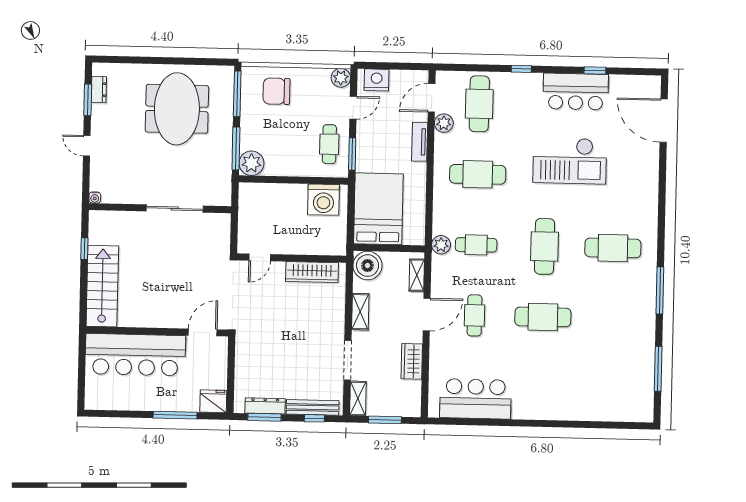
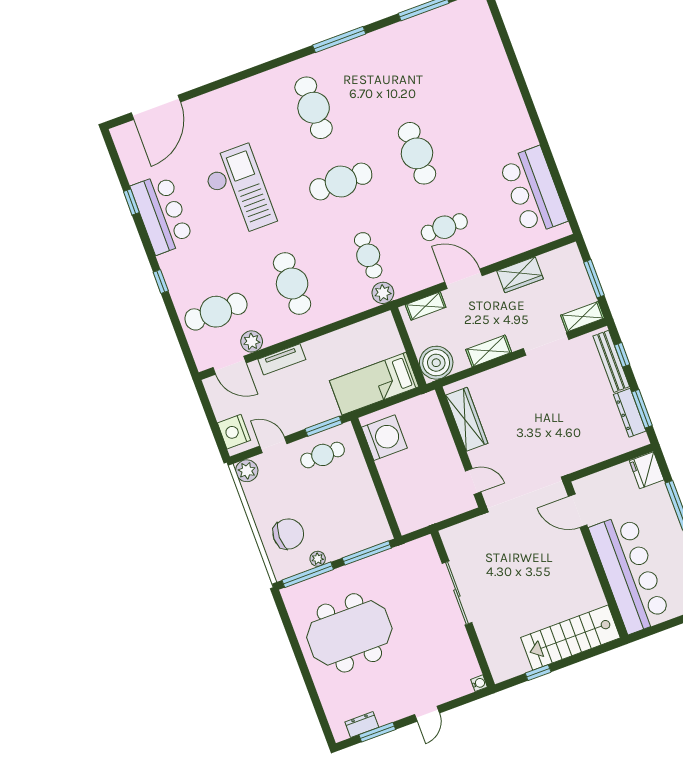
chair: (276, 91) -> (288, 534), turned -90
plant: (251, 163) -> (318, 559), moved, width x0.53, depth x0.53
bed: (378, 209) -> (374, 384), width x0.67

